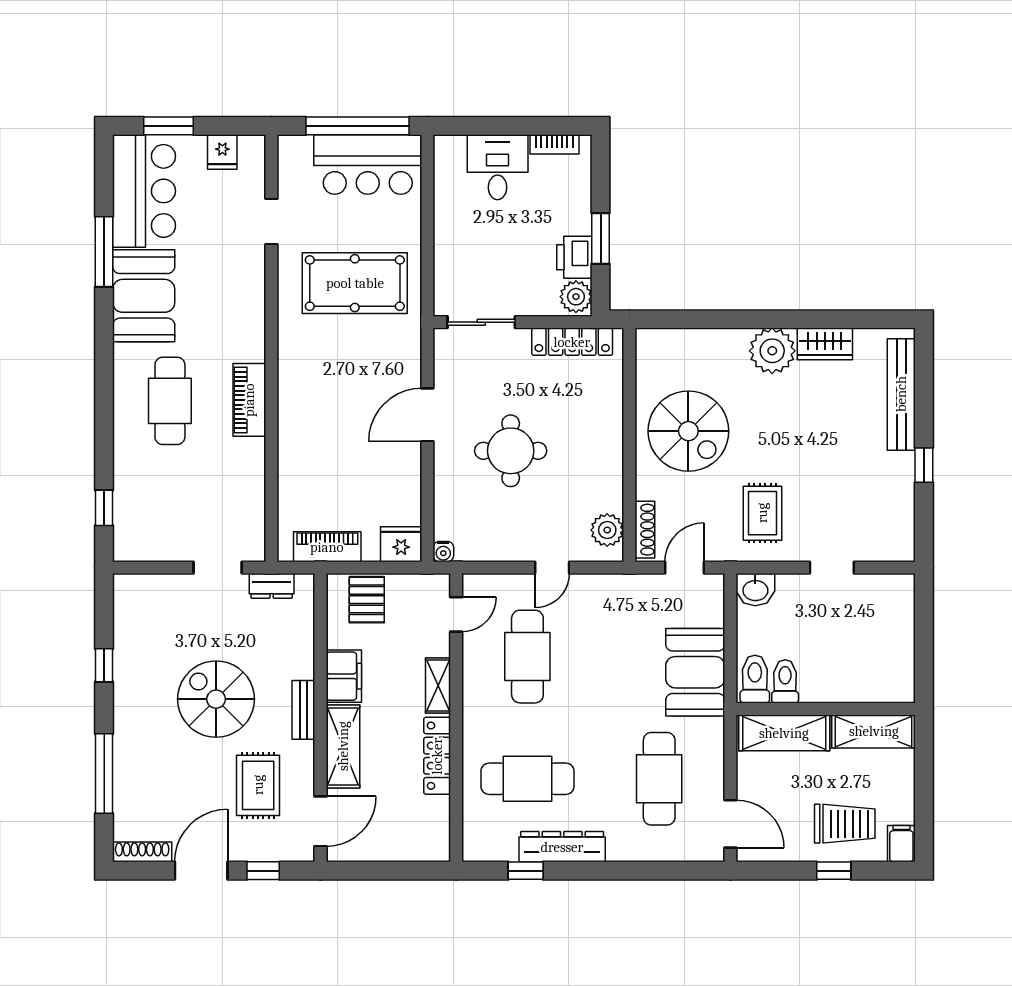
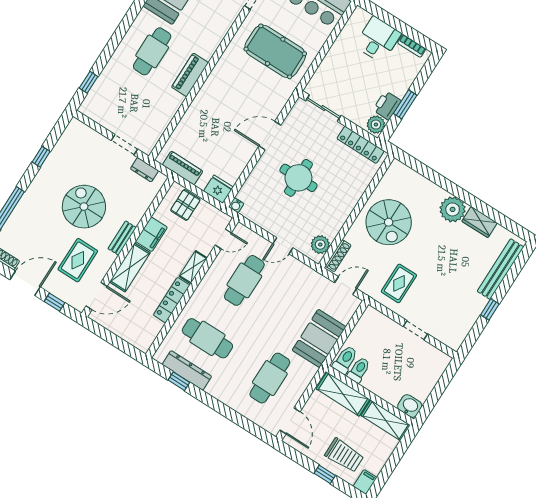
washbasin: (755, 590) -> (410, 406), moved, turned 180
dresser: (562, 847) -> (187, 370), moved

